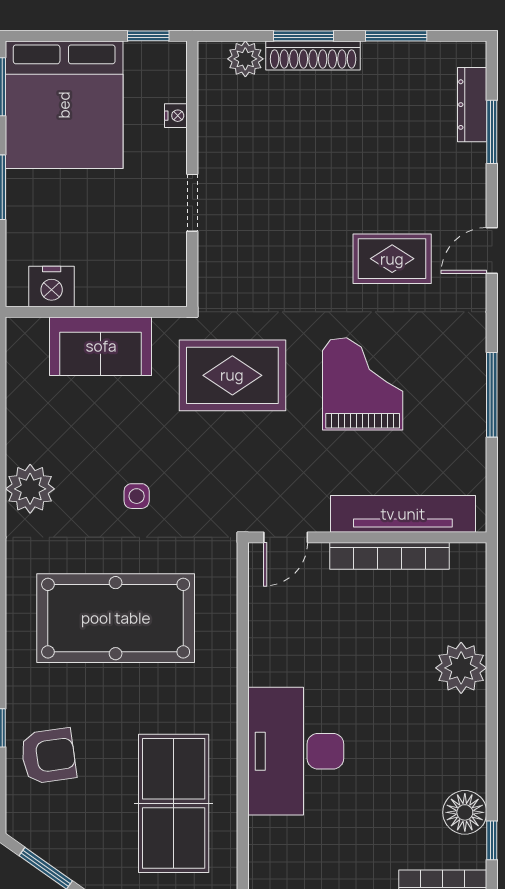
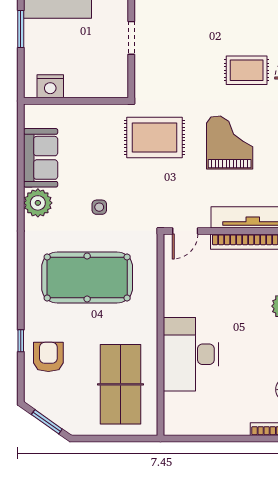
sofa: (101, 346) -> (41, 158), moved, turned -90
armchair: (48, 756) -> (48, 357), turned -82

